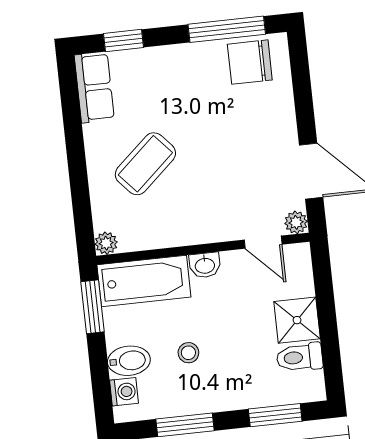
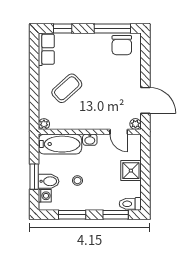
chair: (250, 62) -> (122, 45), turned -90
window: (92, 307) -> (34, 177), moved
toilet: (300, 357) -> (130, 204), moved

